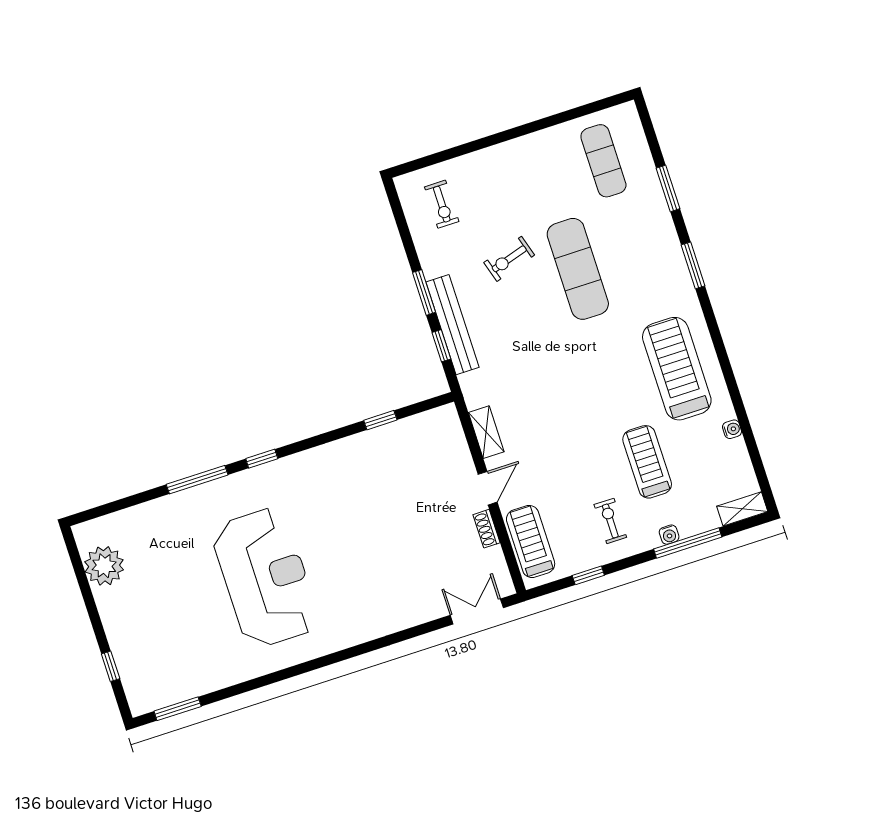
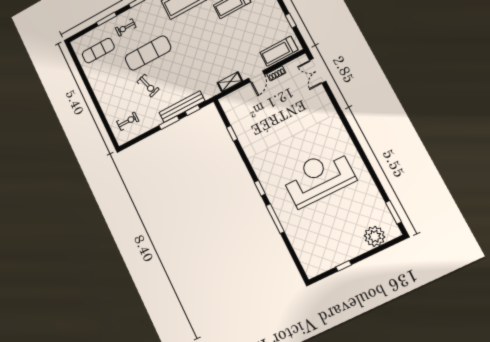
door: (488, 488) -> (257, 76), swing flipped
exercise bike: (610, 521) -> (126, 27), moved
plant: (104, 566) -> (375, 236), moved
window: (111, 666) -> (344, 266), moved

